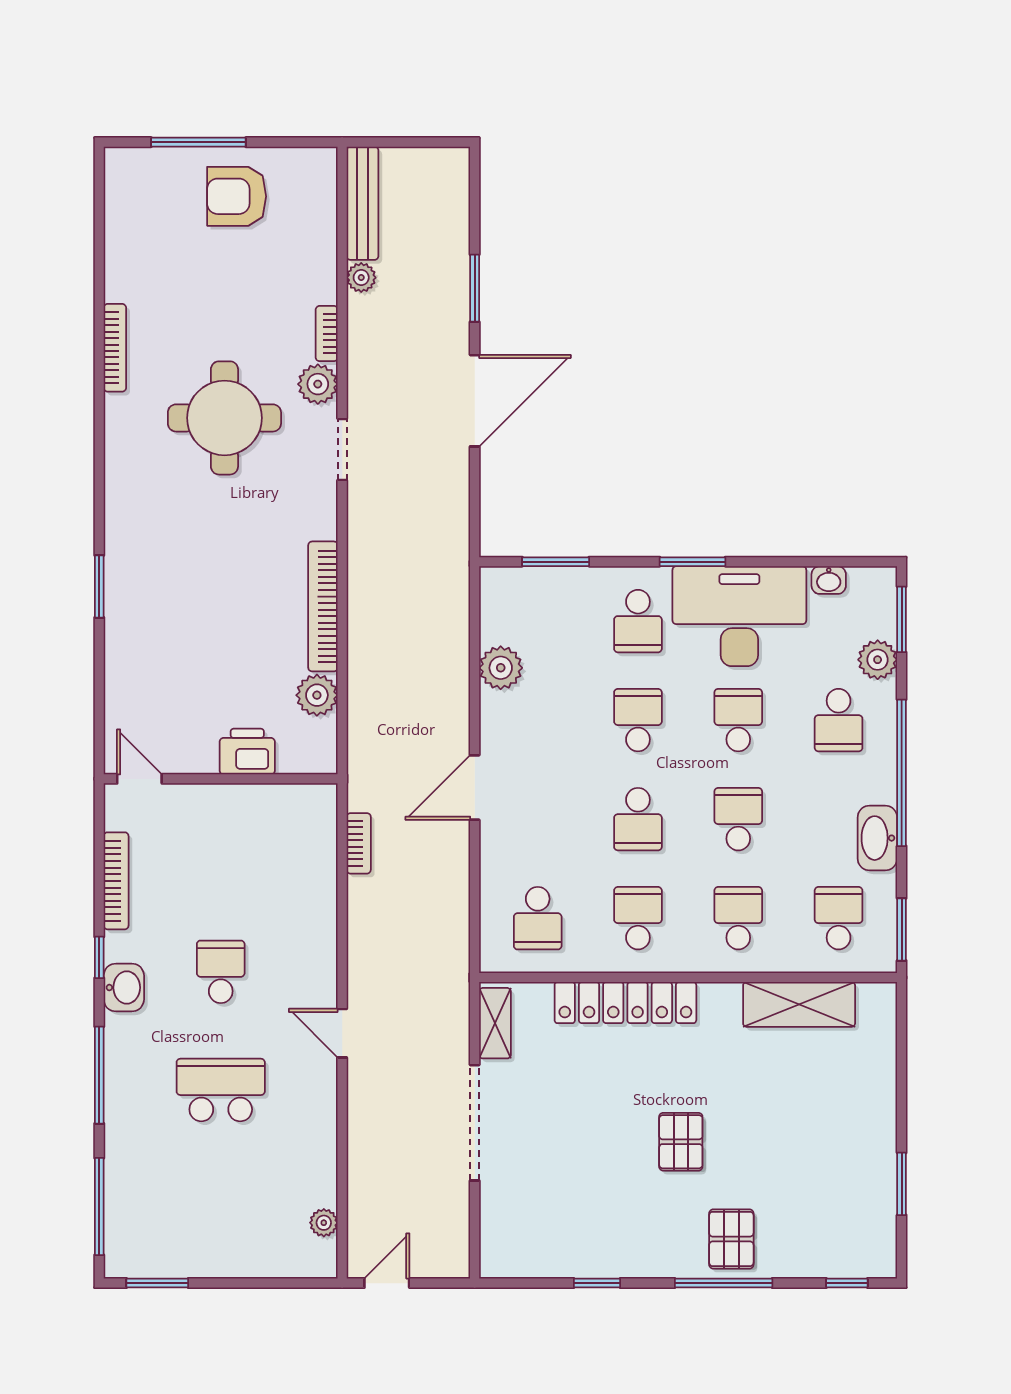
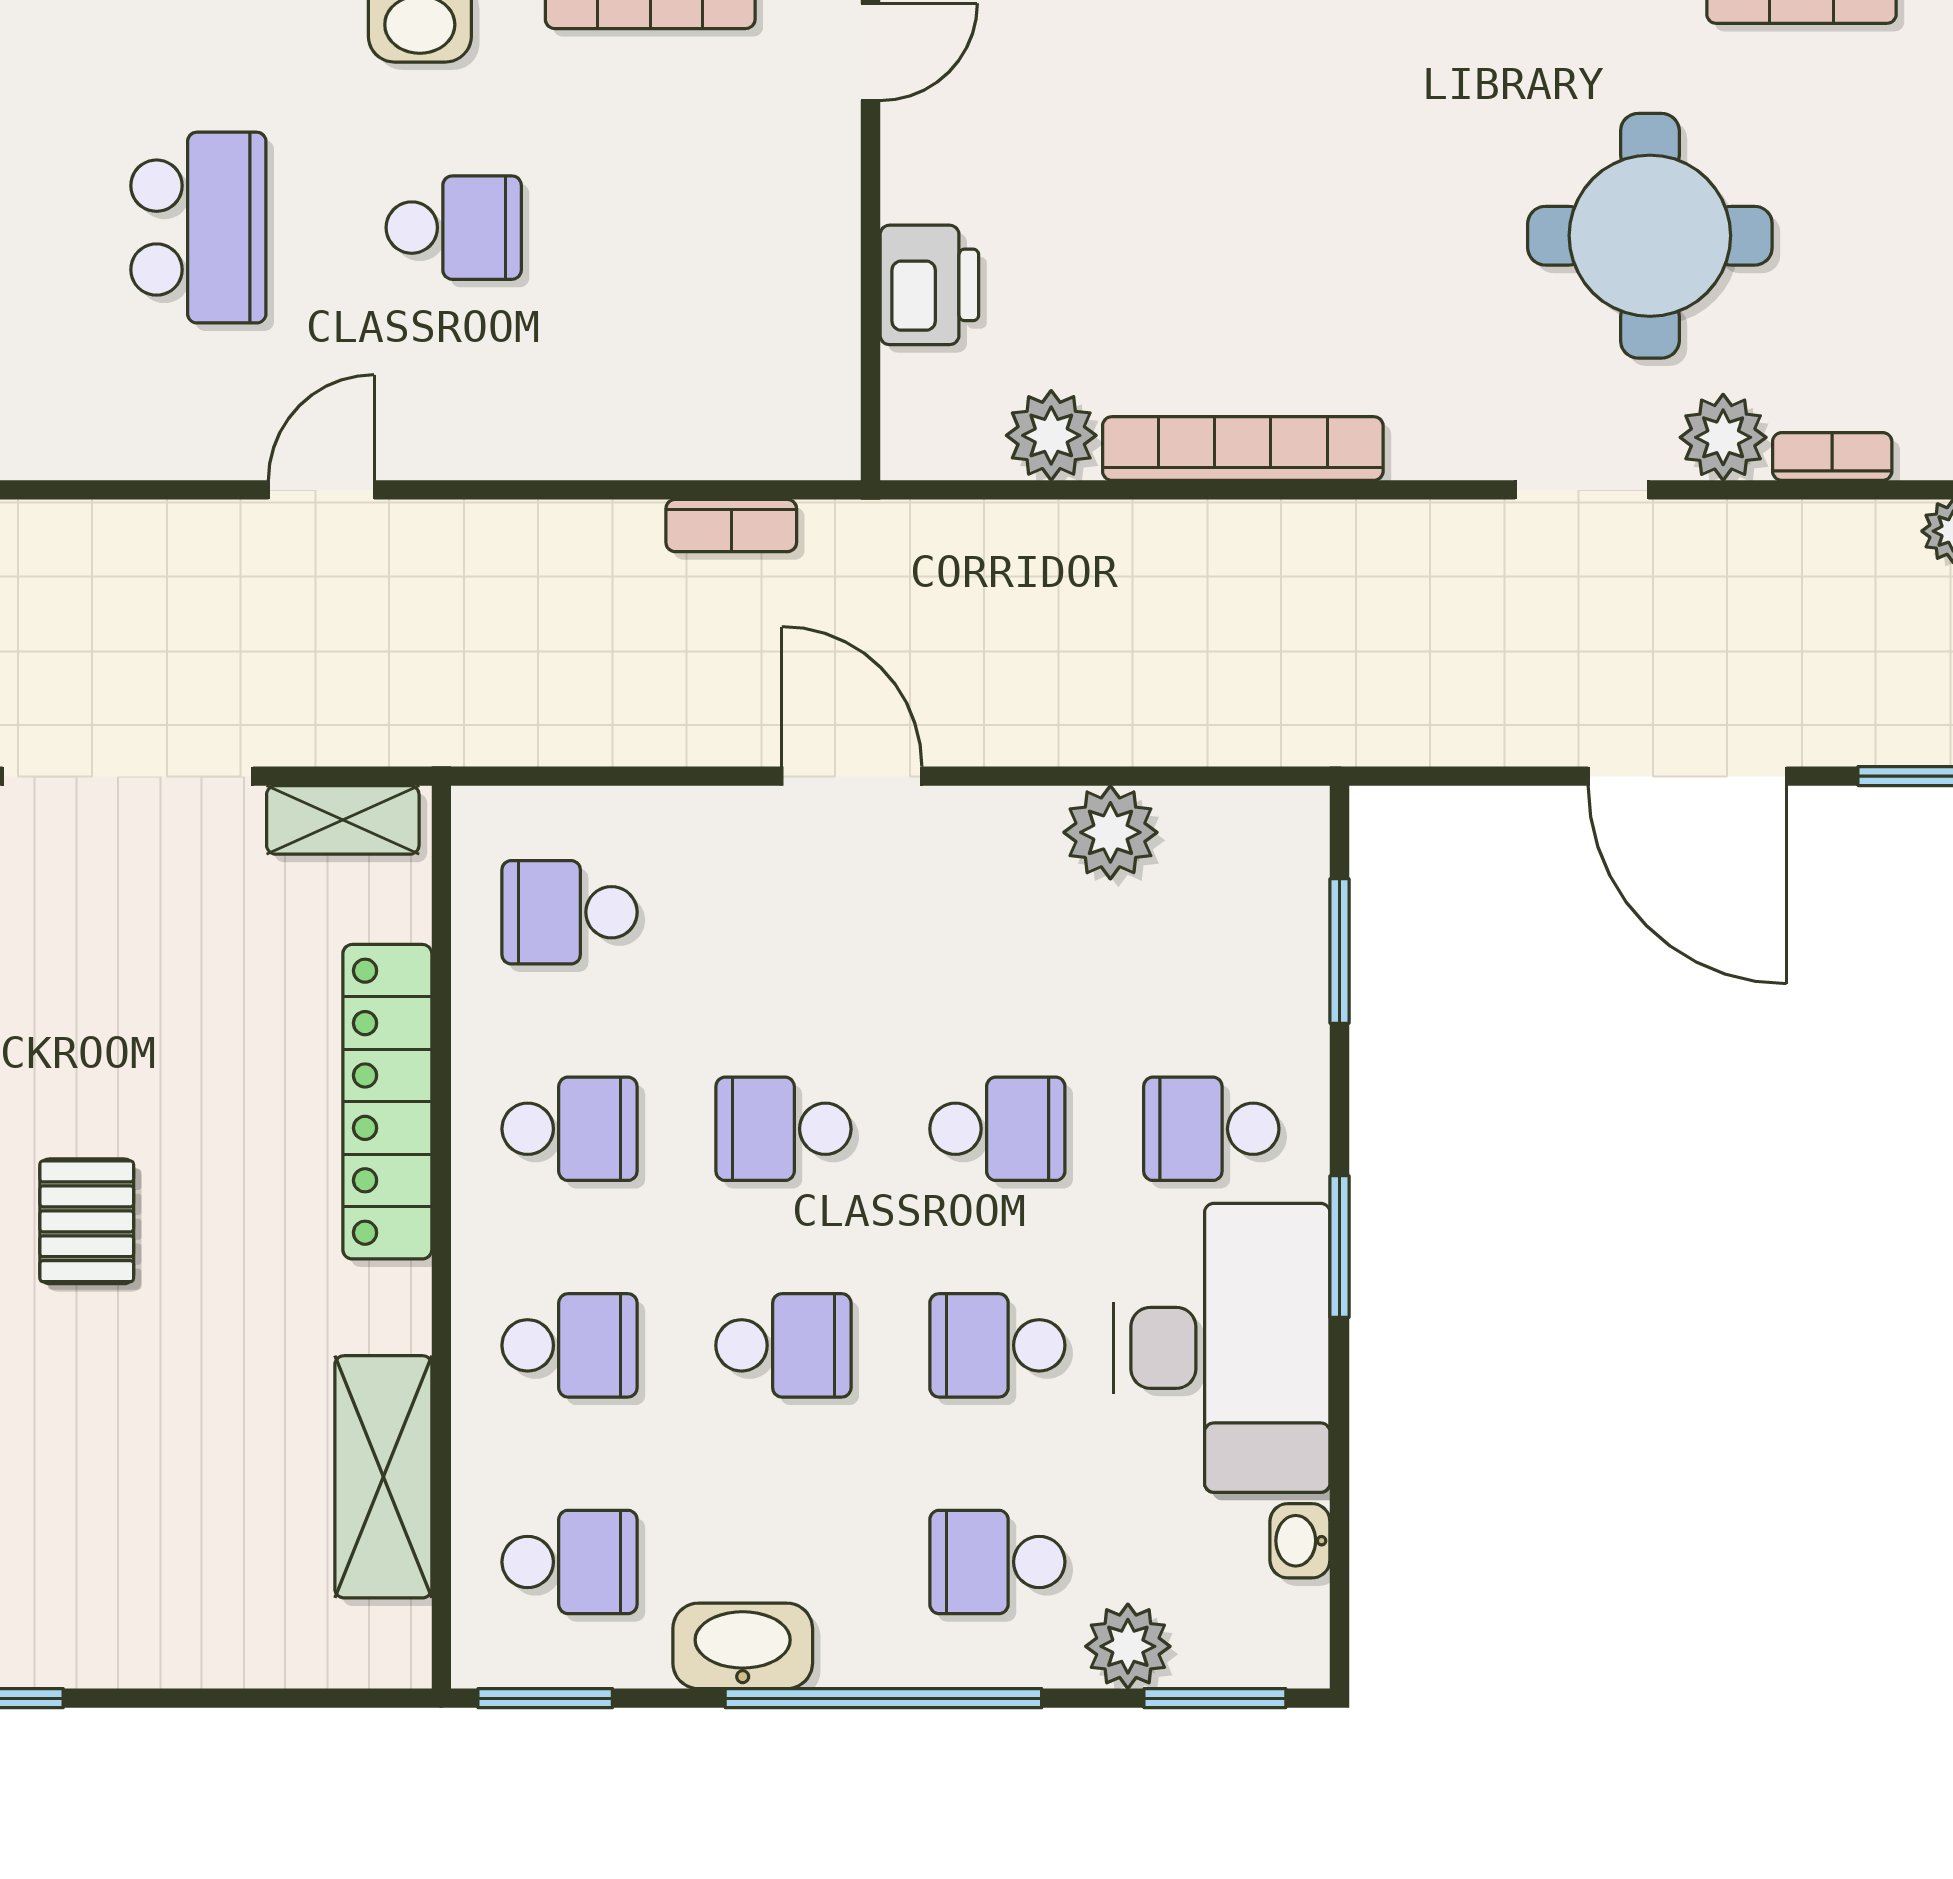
school desk: (738, 720) -> (997, 1345), turned 180
pallet: (681, 1142) -> (87, 1221), turned 90

